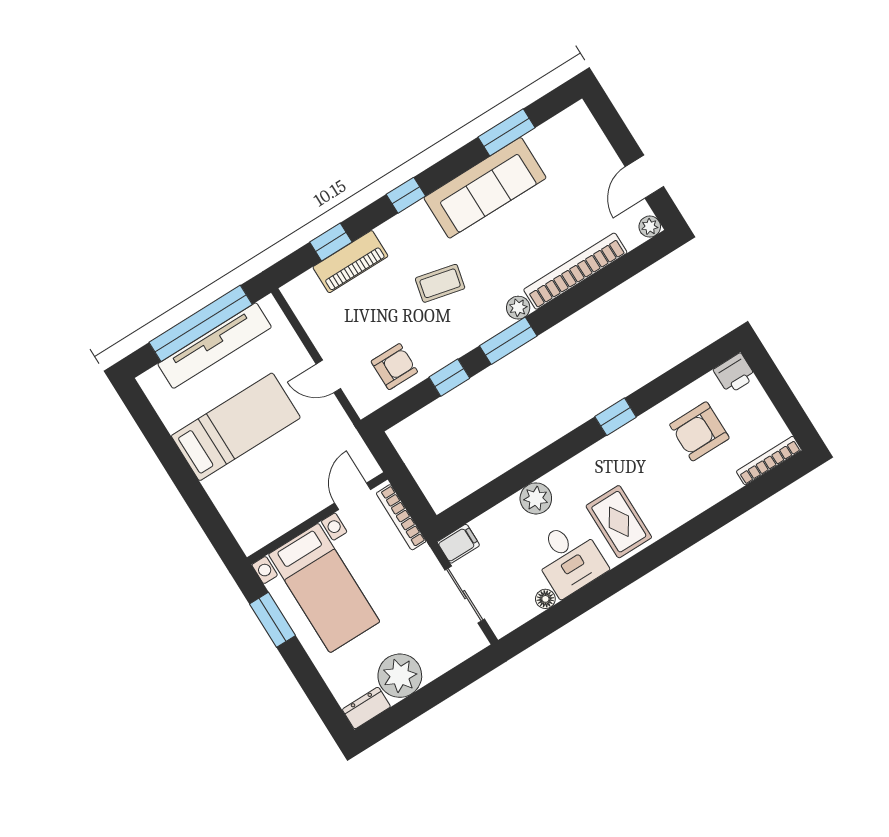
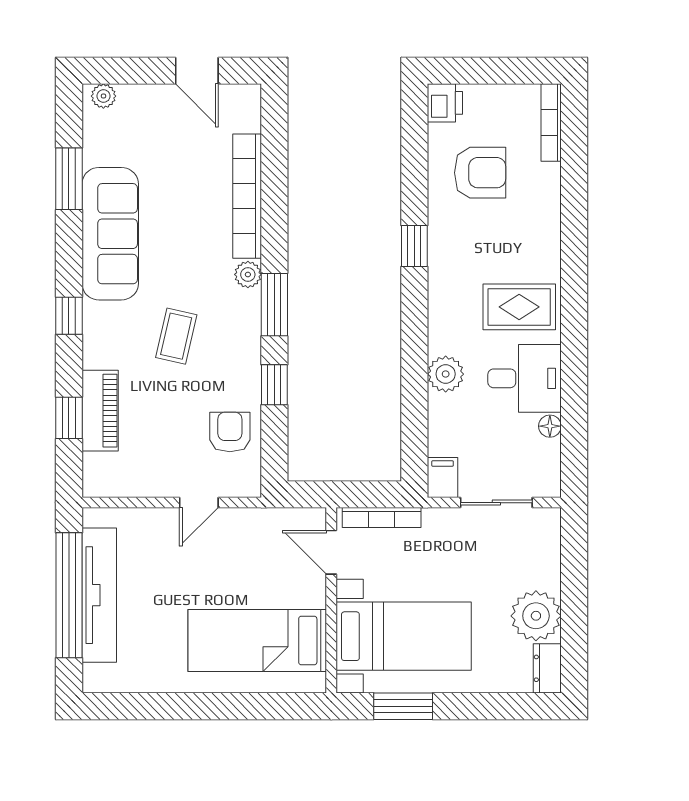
plant: (650, 227) -> (103, 96), moved
bed: (236, 427) -> (257, 641), moved, turned -90
armchair: (699, 431) -> (480, 173), turned -90

